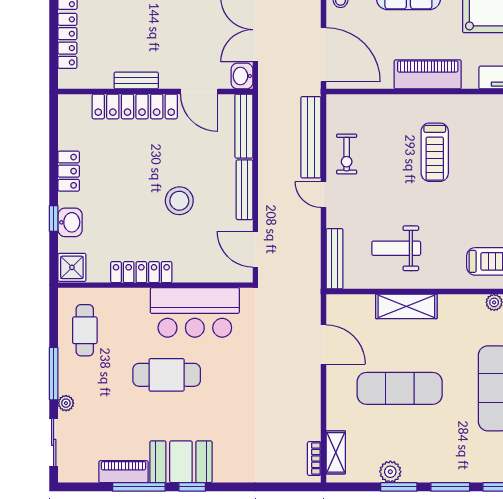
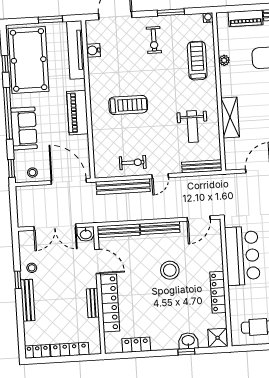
door: (324, 55) -> (69, 182), hinge flipped
door: (199, 91) -> (98, 261), hinge flipped
locker: (69, 171) -> (136, 345), moved

